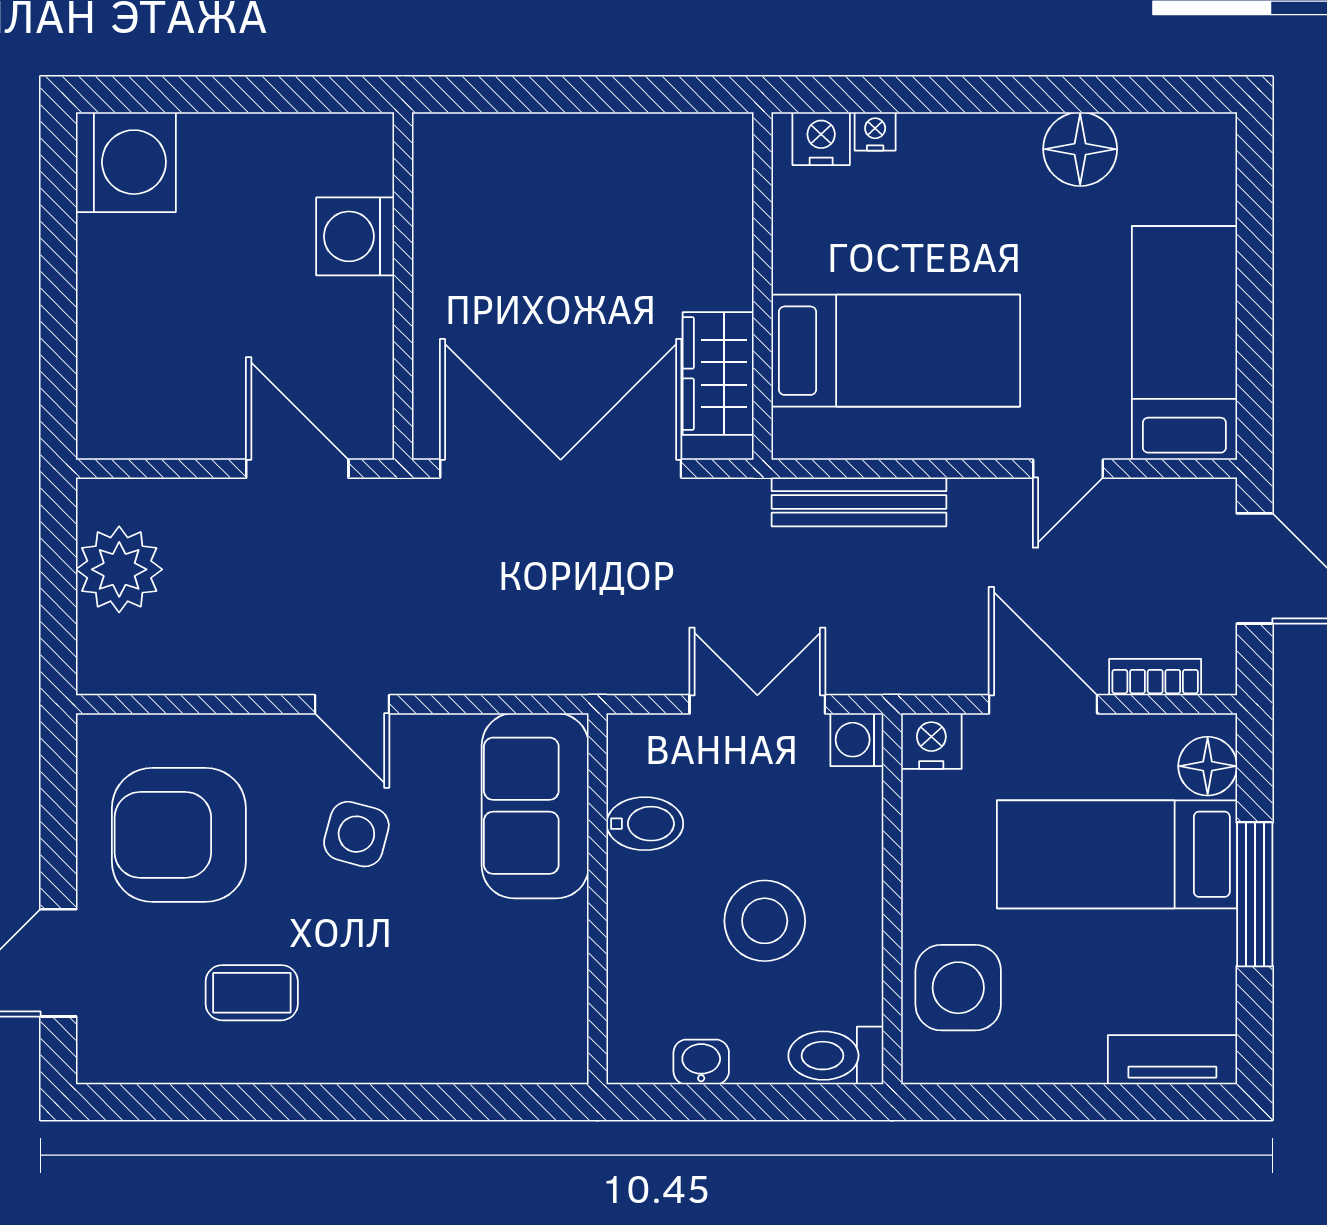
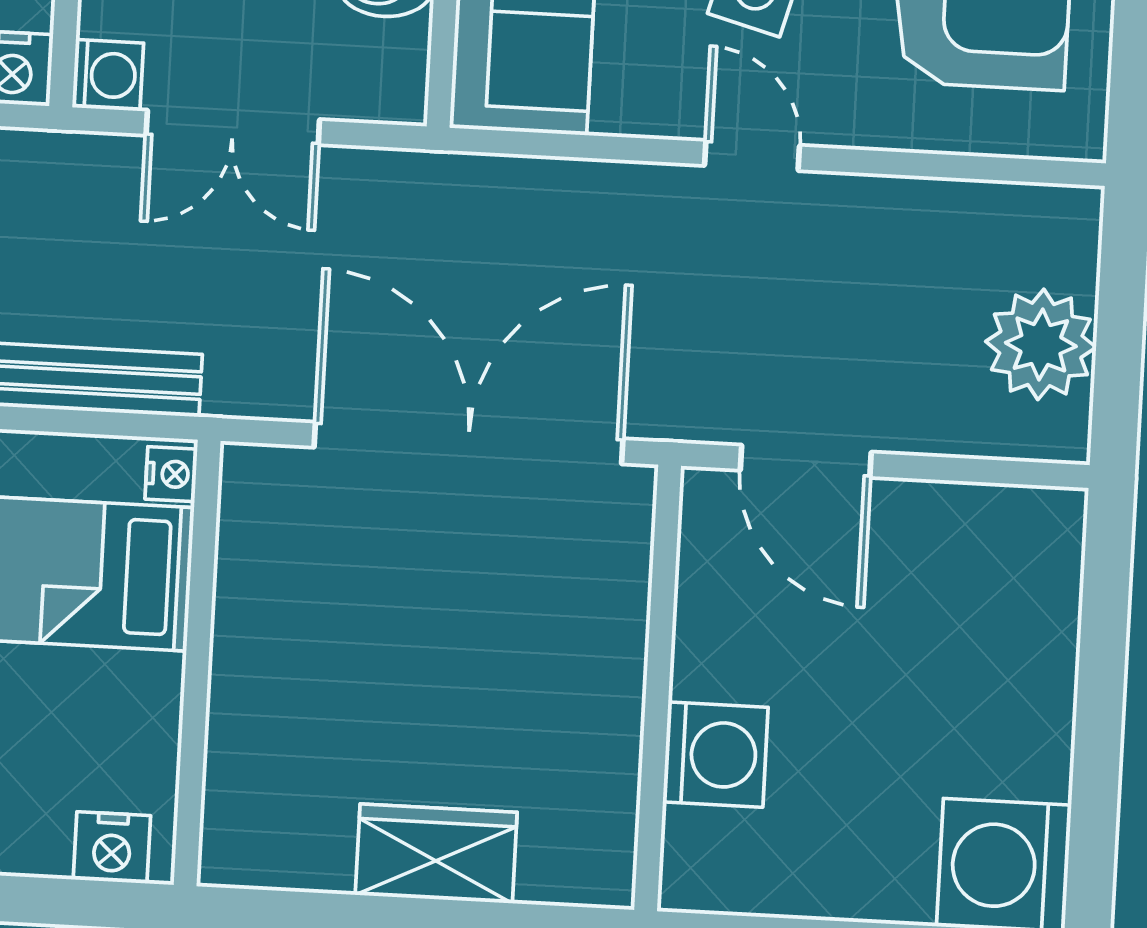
nightstand: (875, 131) -> (171, 474), moved, turned -90
wardrobe: (718, 374) -> (436, 854), moved, turned -90
double door: (561, 469) -> (468, 443), swing flipped

